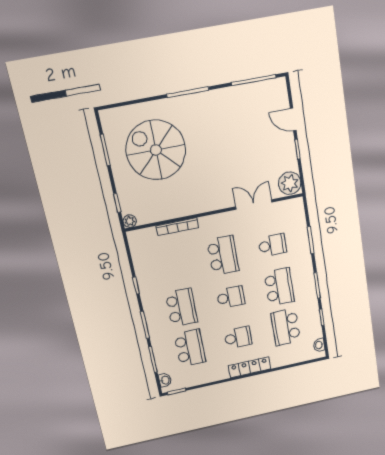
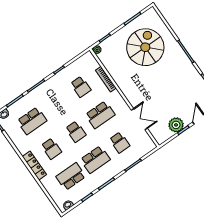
plant: (290, 183) -> (176, 125), moved
school desk: (181, 308) -> (81, 87), moved, width x0.54

